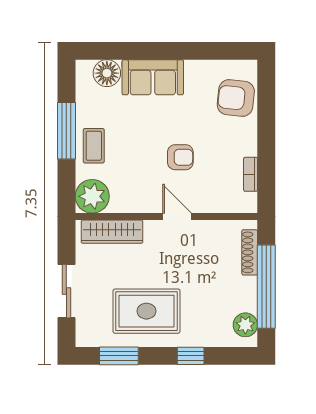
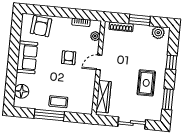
sofa: (153, 77) -> (27, 57), moved
plant: (92, 196) -> (95, 36), moved, width x0.53, depth x0.53
window: (266, 287) -> (140, 20), width x0.47
rug: (146, 311) -> (146, 83), width x0.73, depth x0.70

